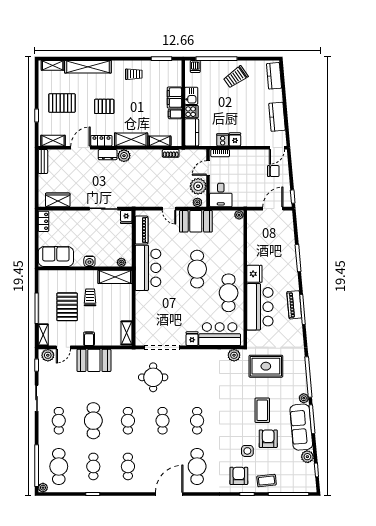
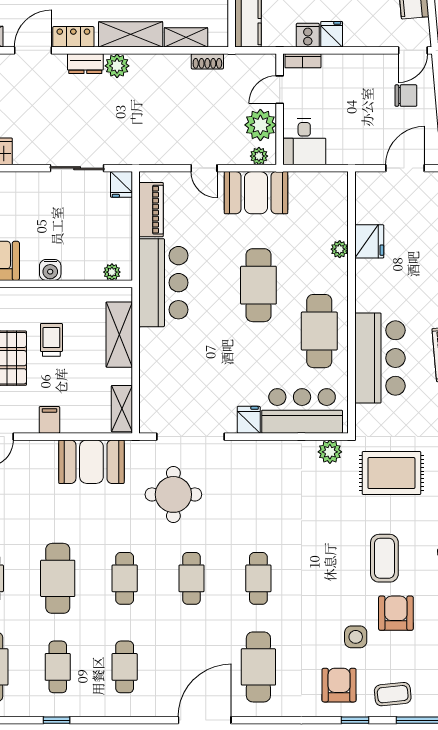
plant: (239, 215) -> (340, 249), moved
fridge: (254, 274) -> (369, 241), moved
shelving: (115, 277) -> (119, 335), moved, turned 90
booth: (94, 360) -> (91, 462), moved

